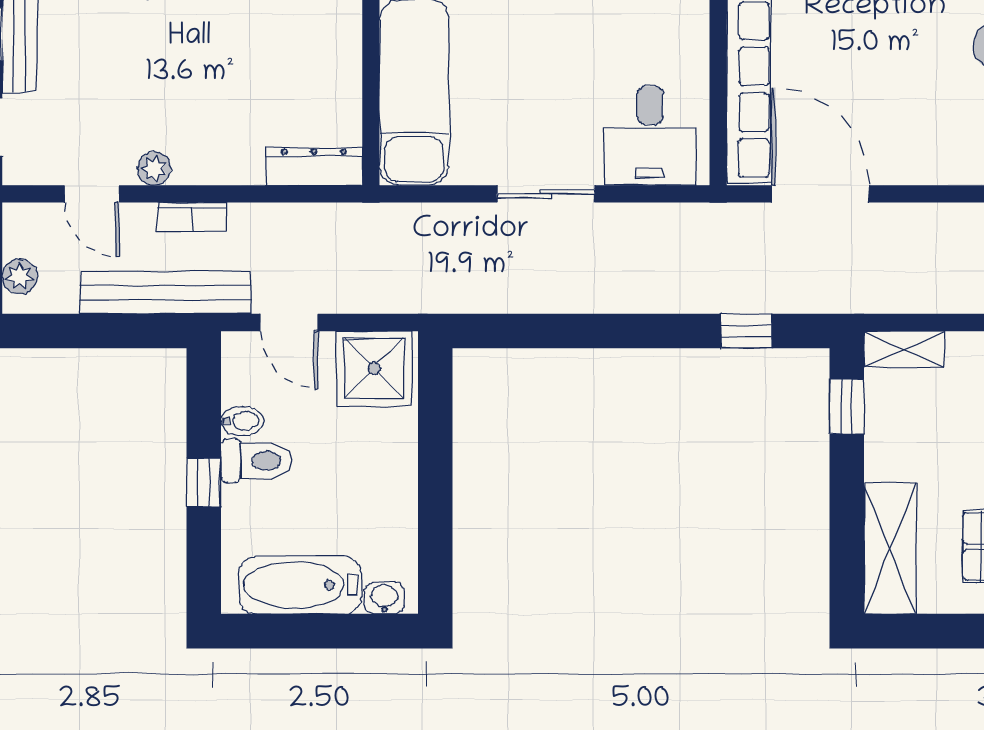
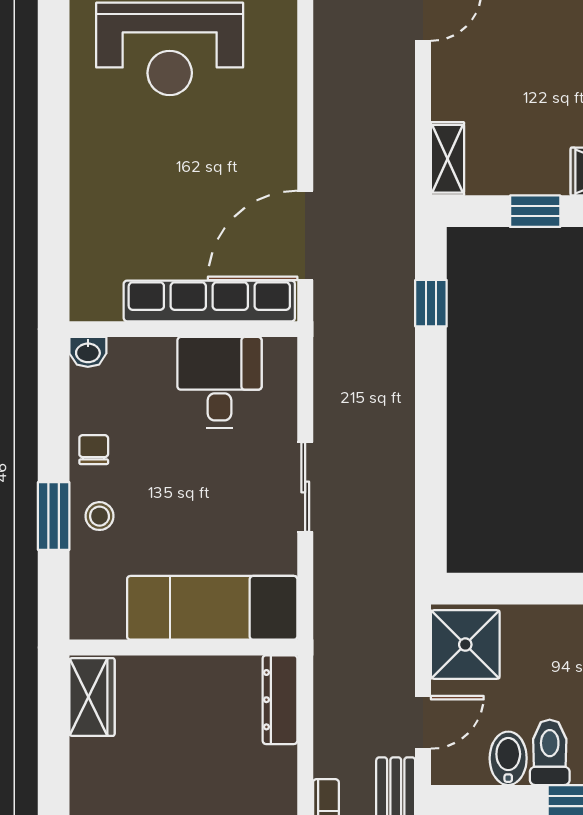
desk: (650, 136) -> (219, 382), moved, turned -90
window: (847, 407) -> (535, 211), moved
bidet: (242, 421) -> (508, 758), width x1.38, depth x1.36

